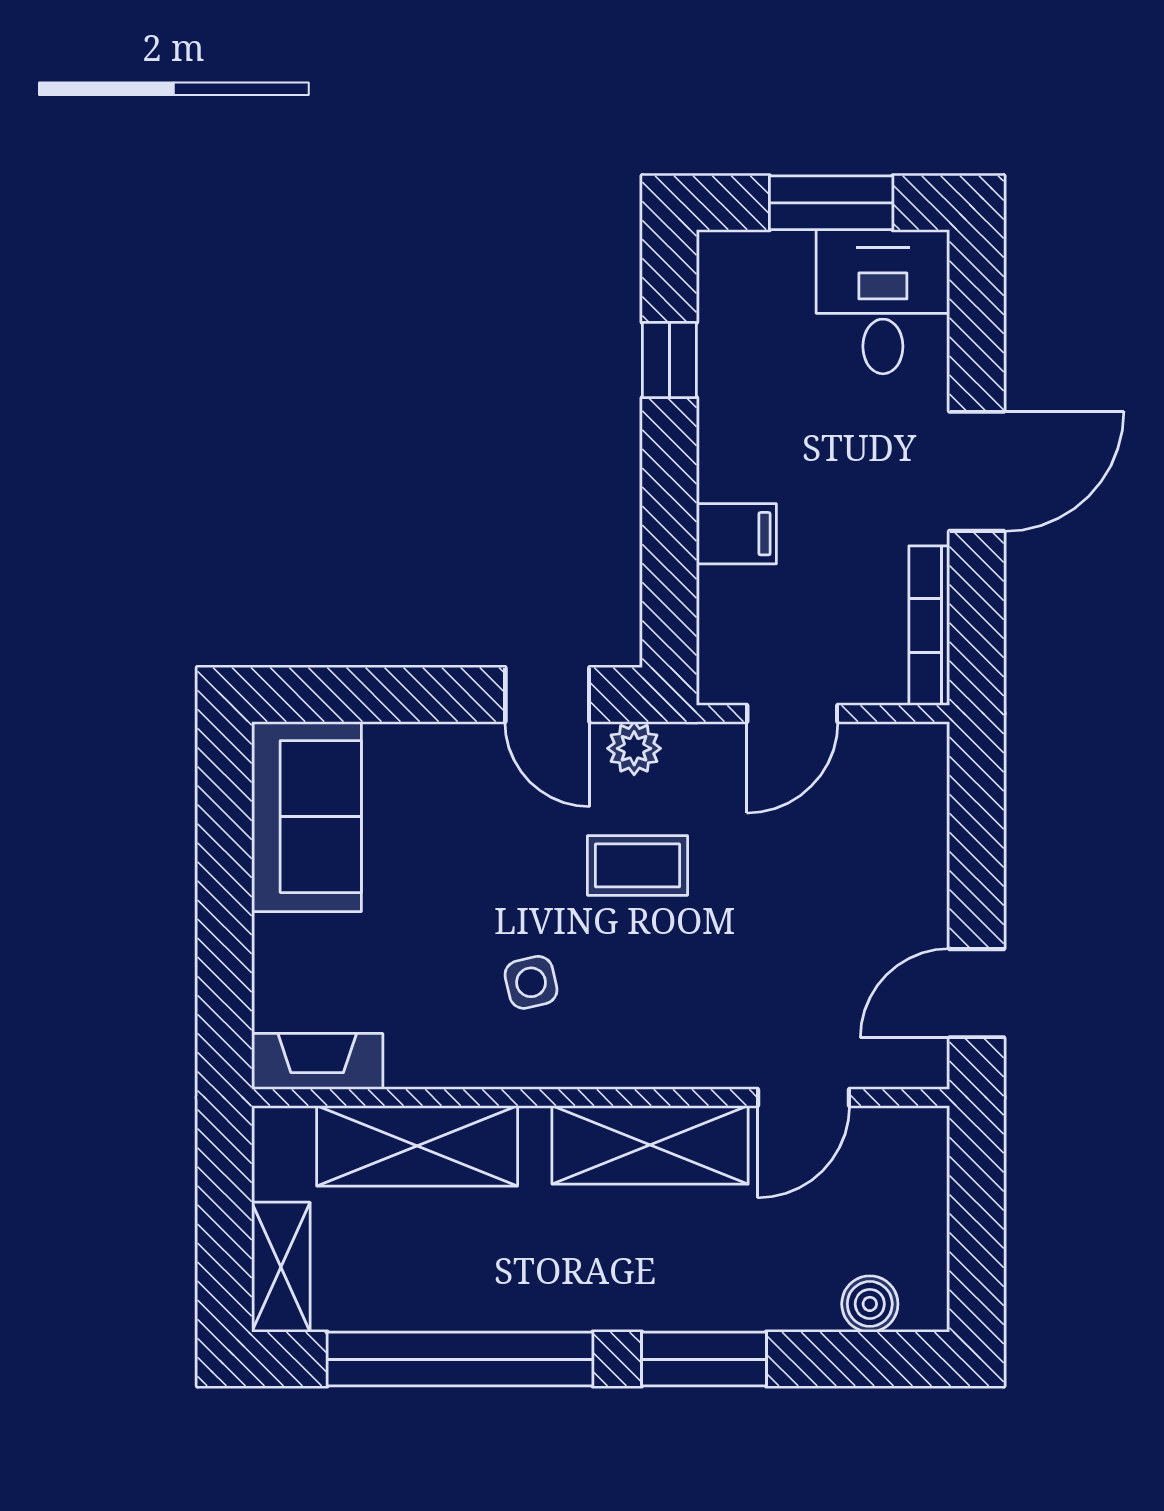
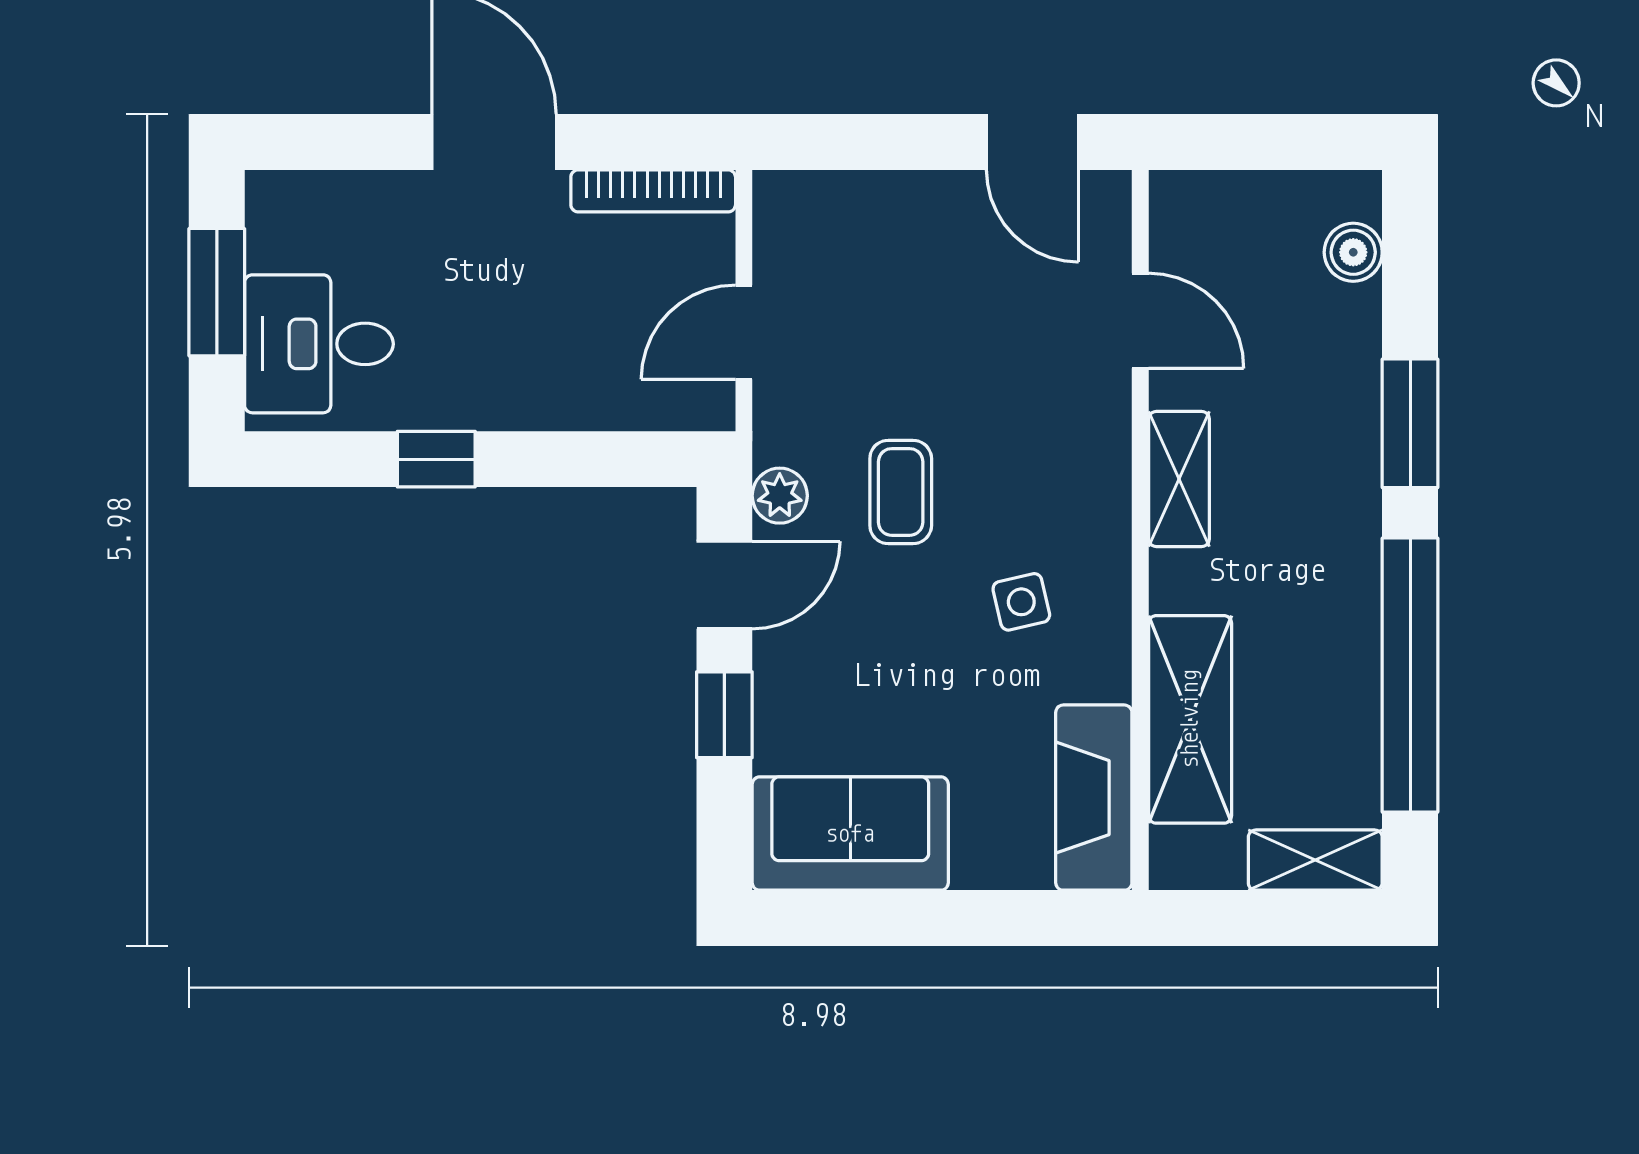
desk: (883, 302) -> (319, 344), moved
window: (669, 360) -> (436, 459), moved
filing cabinet: (736, 534) -> (558, 390), removed
window: (422, 695) -> (724, 715), added
door: (792, 714) -> (744, 332), swing flipped
fireplace: (317, 1061) -> (1094, 798), width x1.37, depth x1.32
shelving: (650, 1145) -> (1179, 479), width x0.67, depth x0.75

